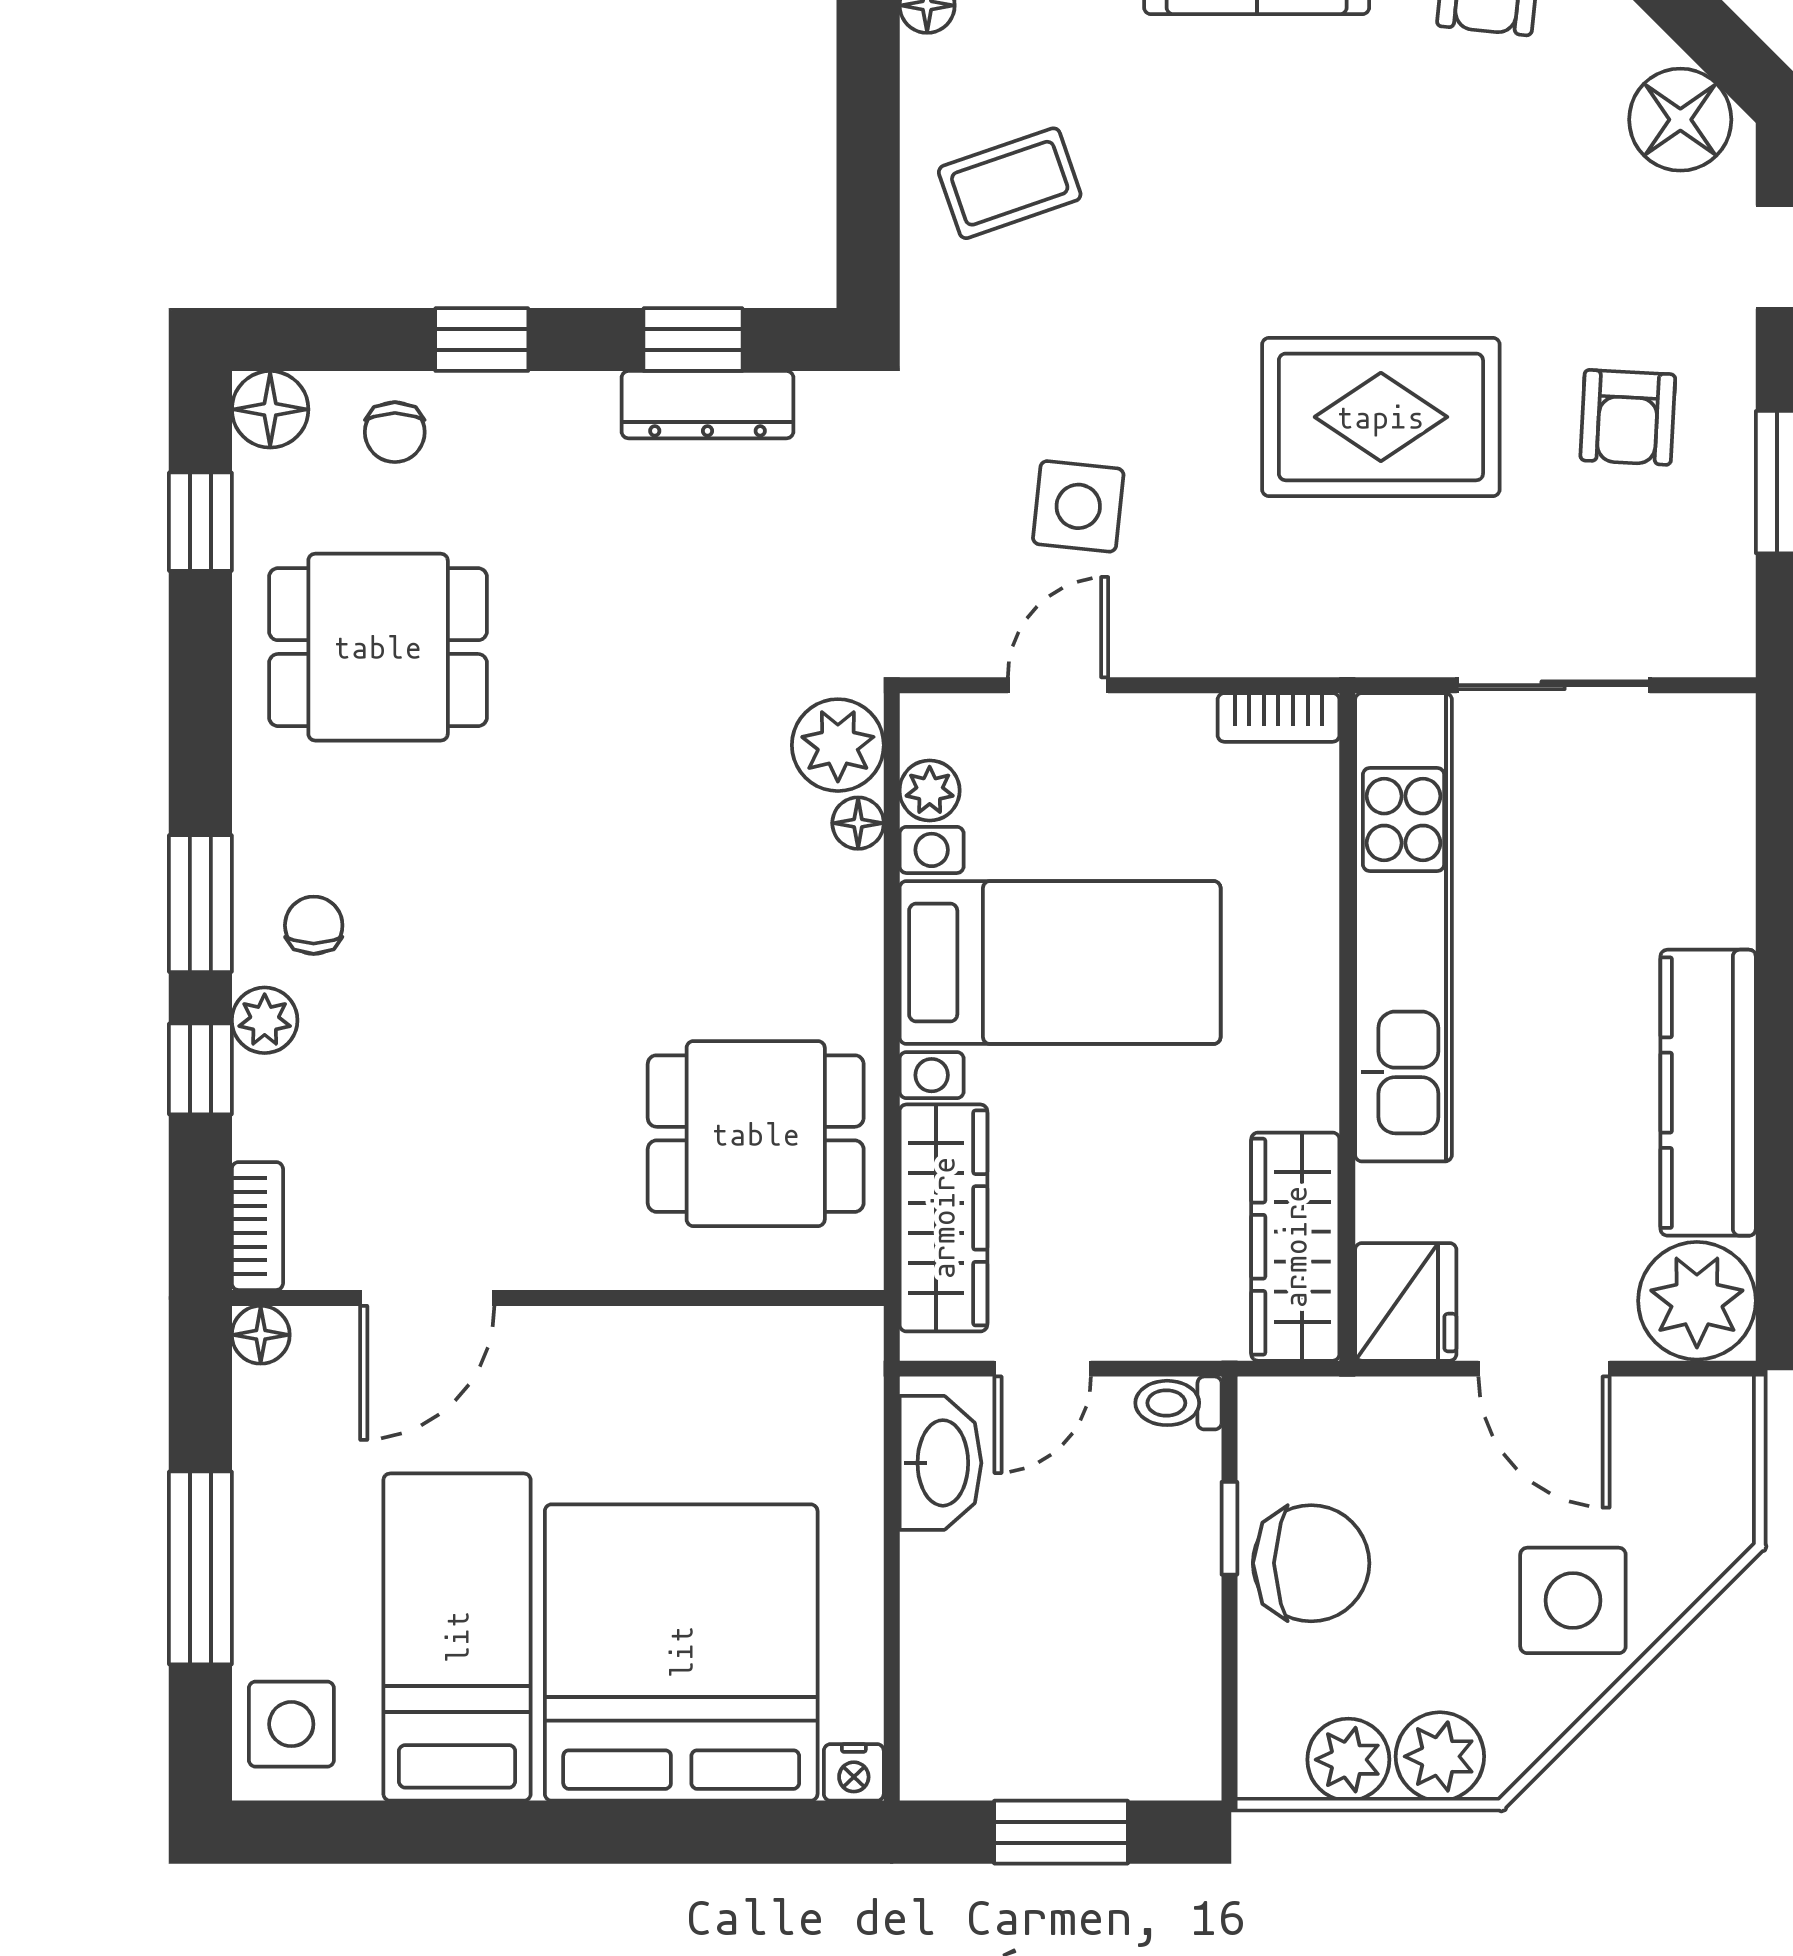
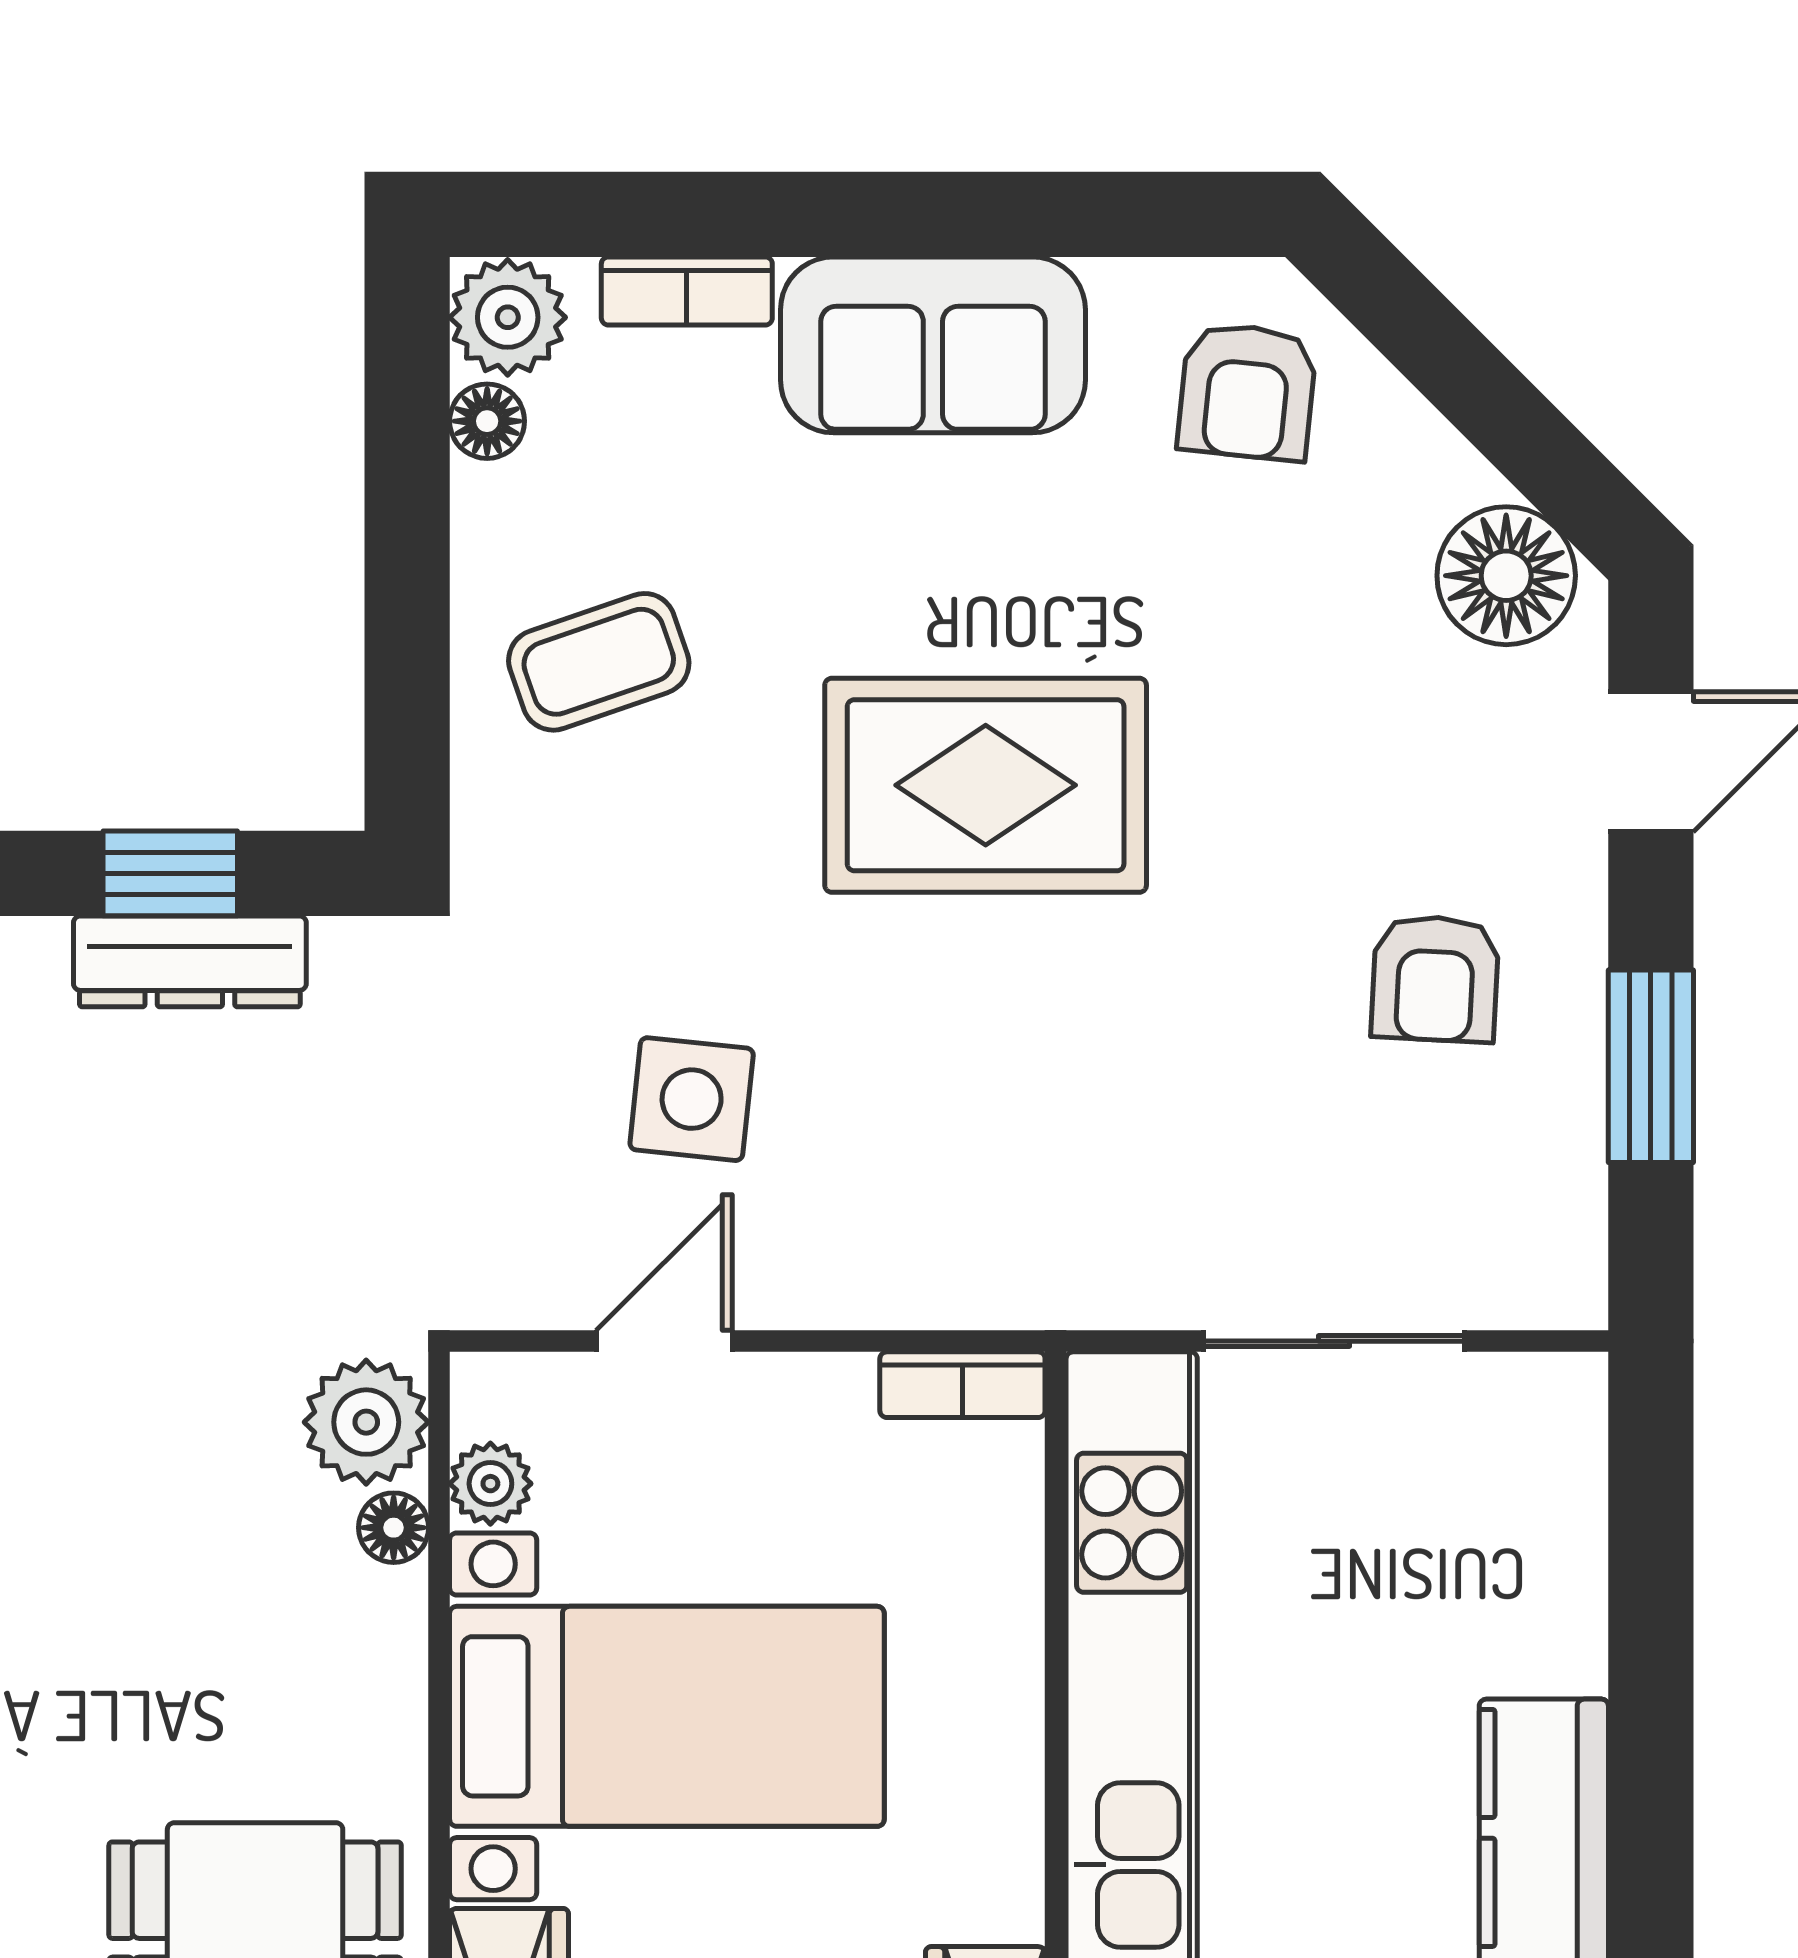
rug: (1381, 417) -> (986, 785), moved

